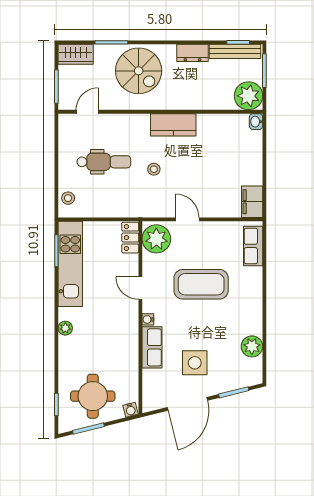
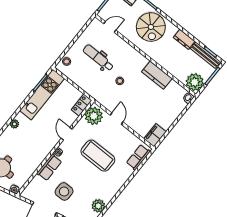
kitchen counter: (173, 125) -> (157, 75), moved
dental chair: (104, 162) -> (98, 58), turned 180

